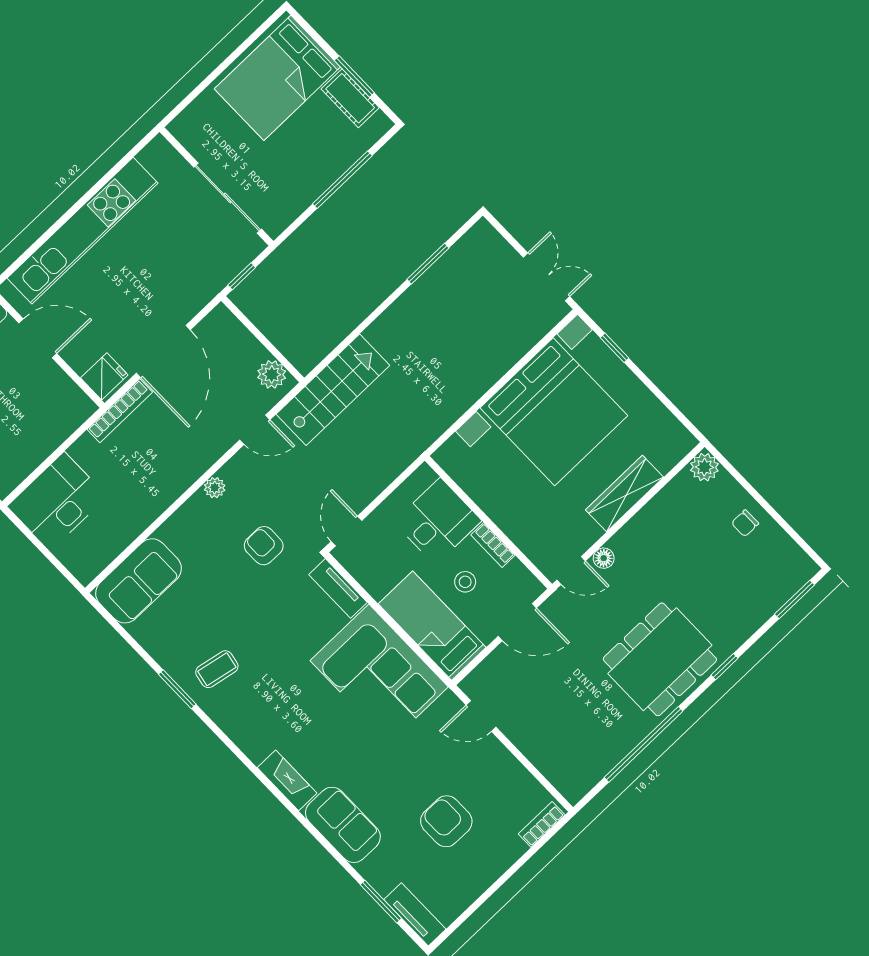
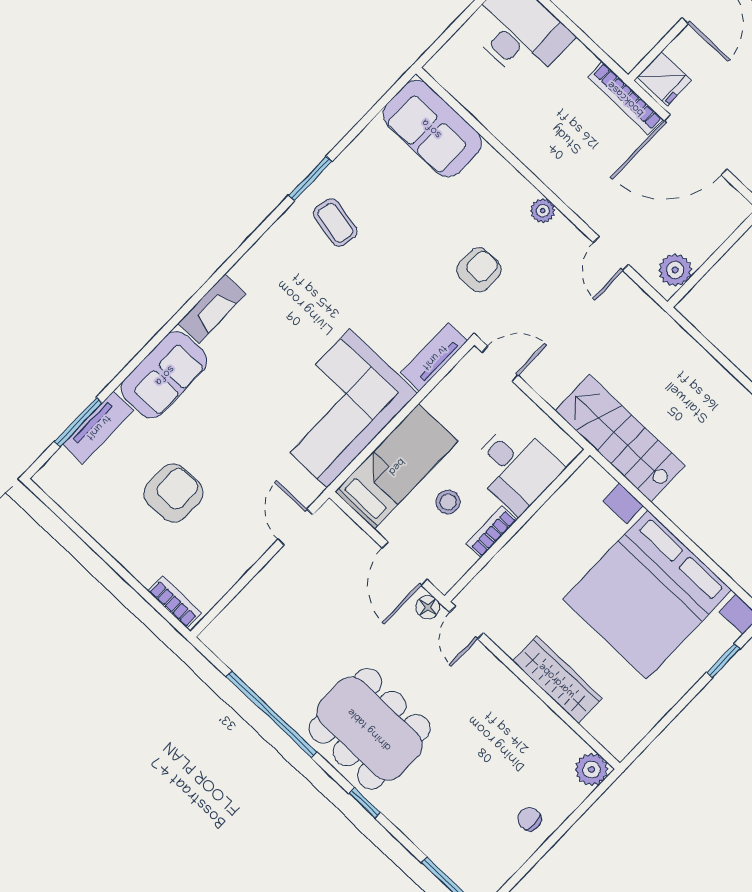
stairs: (333, 390) -> (620, 438), moved, turned 180
floor lamp: (604, 558) -> (428, 607), moved
tv unit: (415, 914) -> (98, 427), moved

